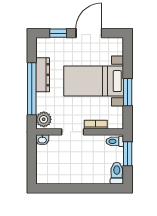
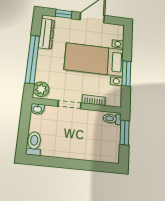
dresser: (43, 75) -> (46, 34), moved
toilet: (117, 173) -> (34, 143), moved

